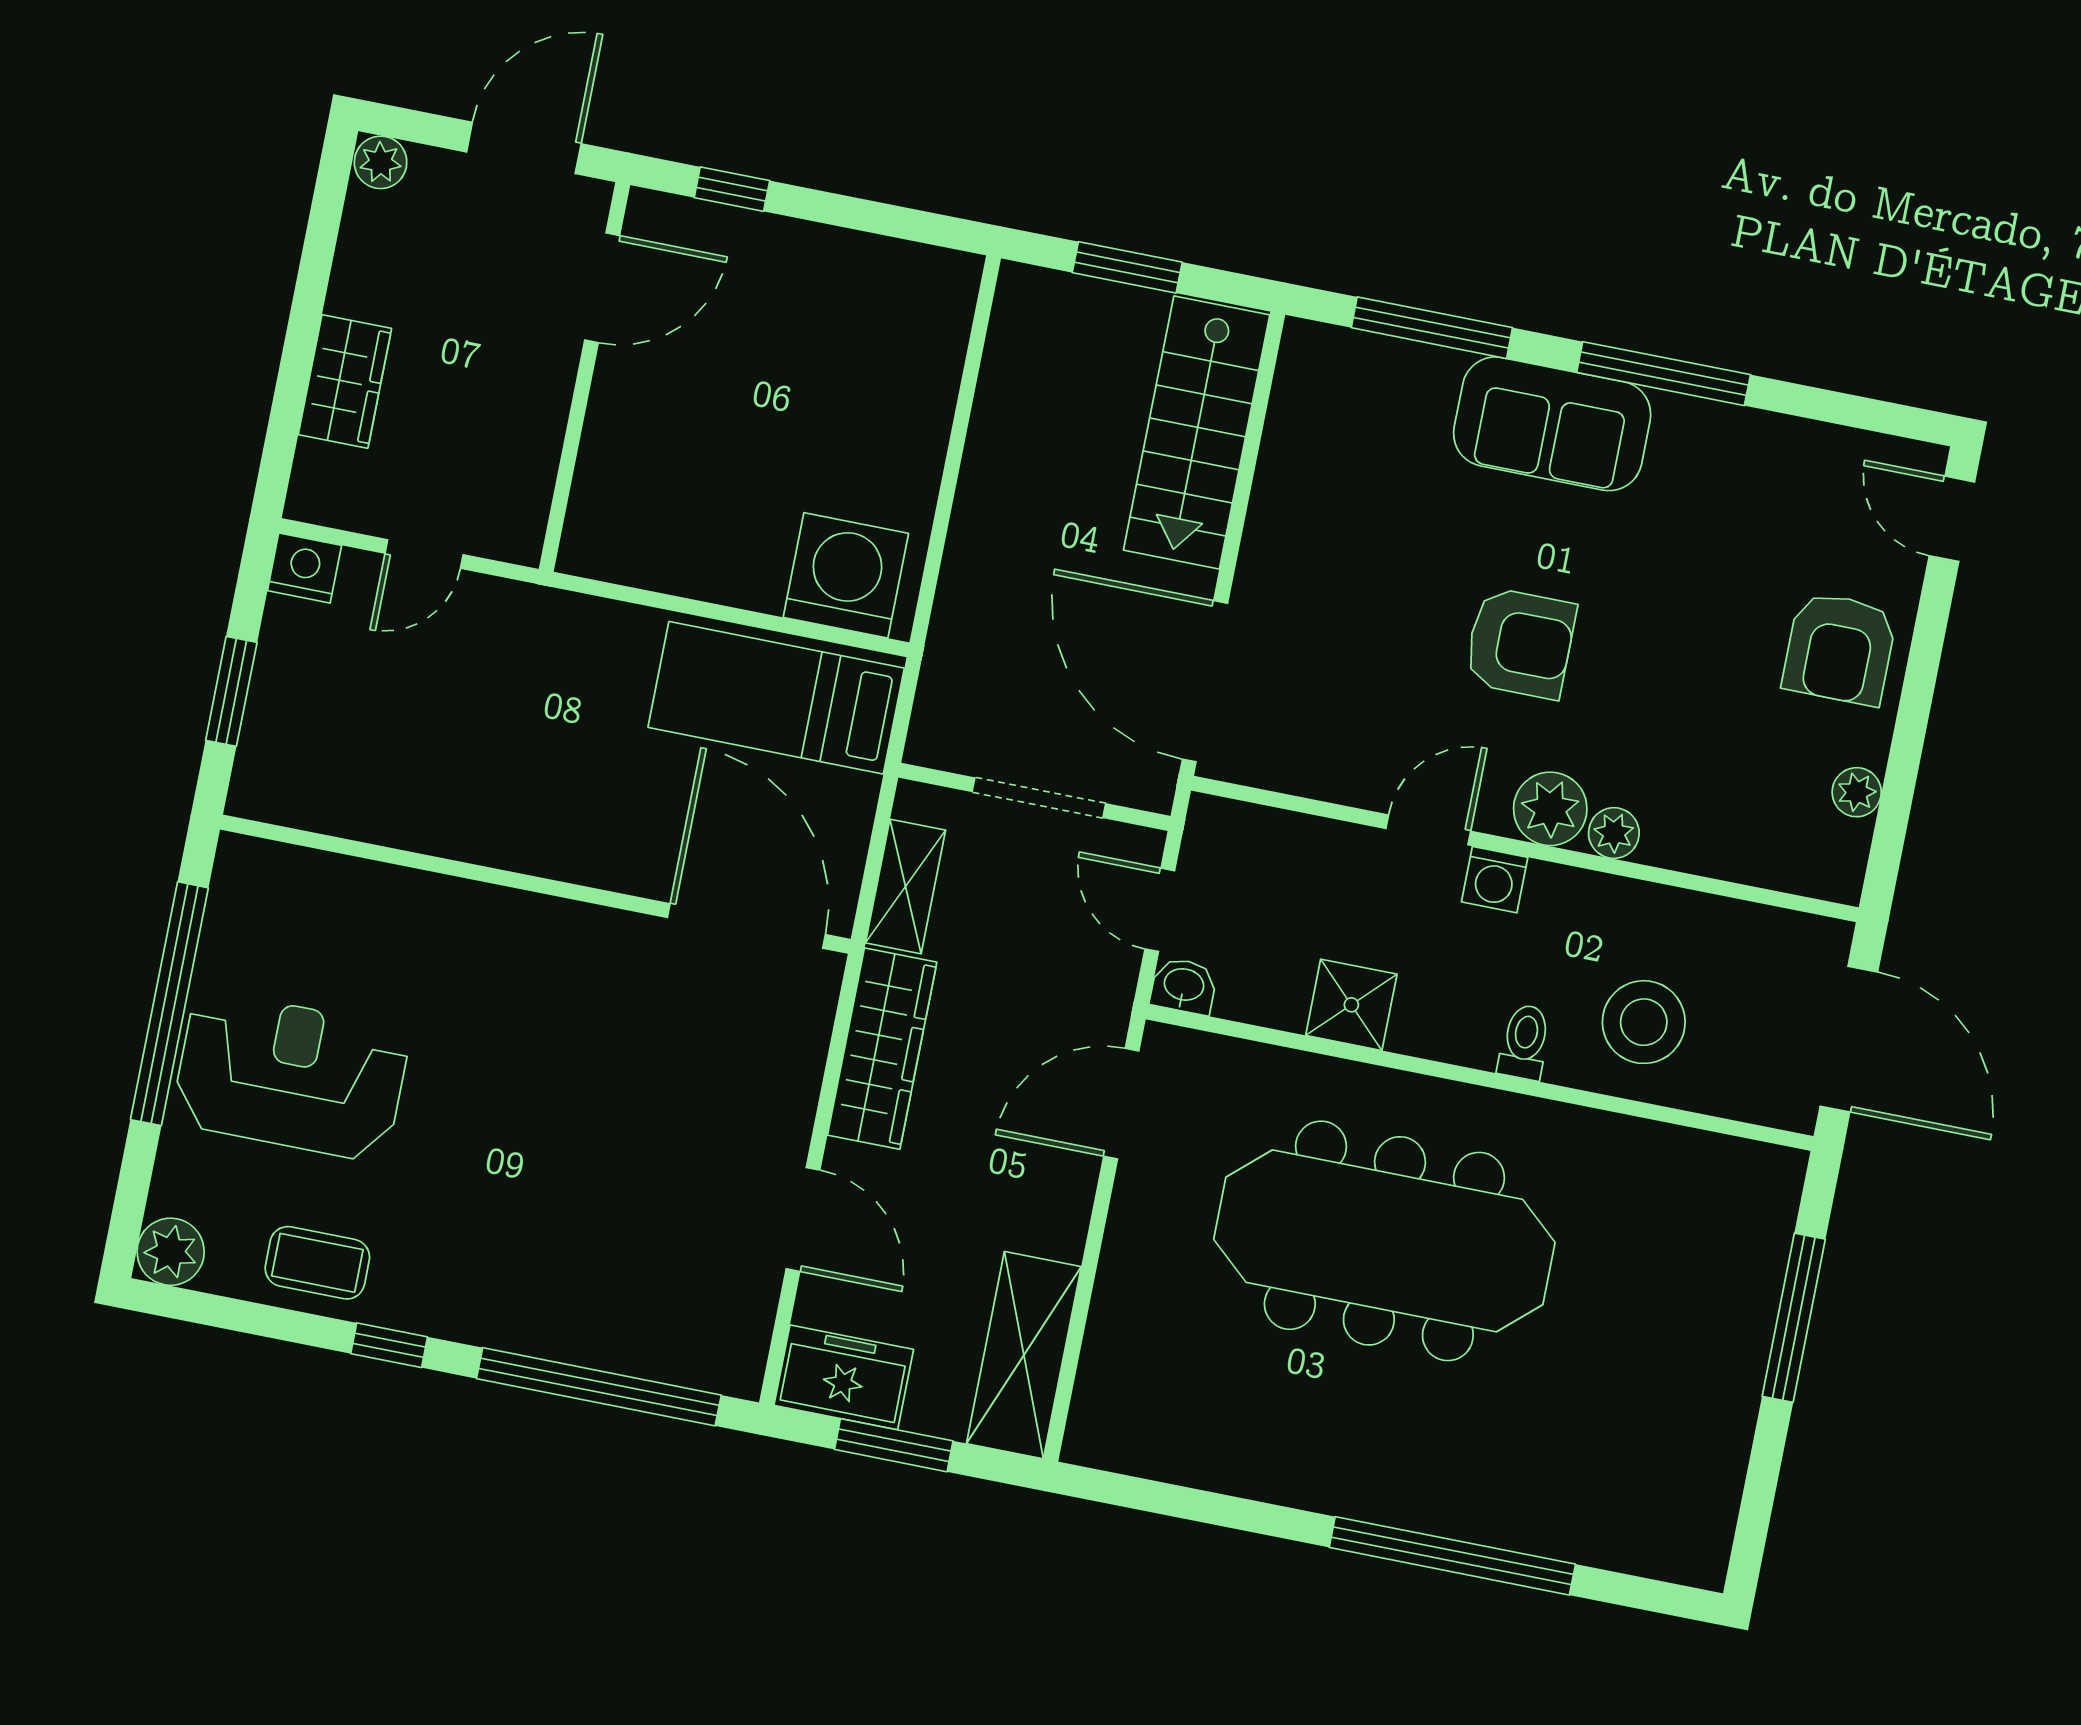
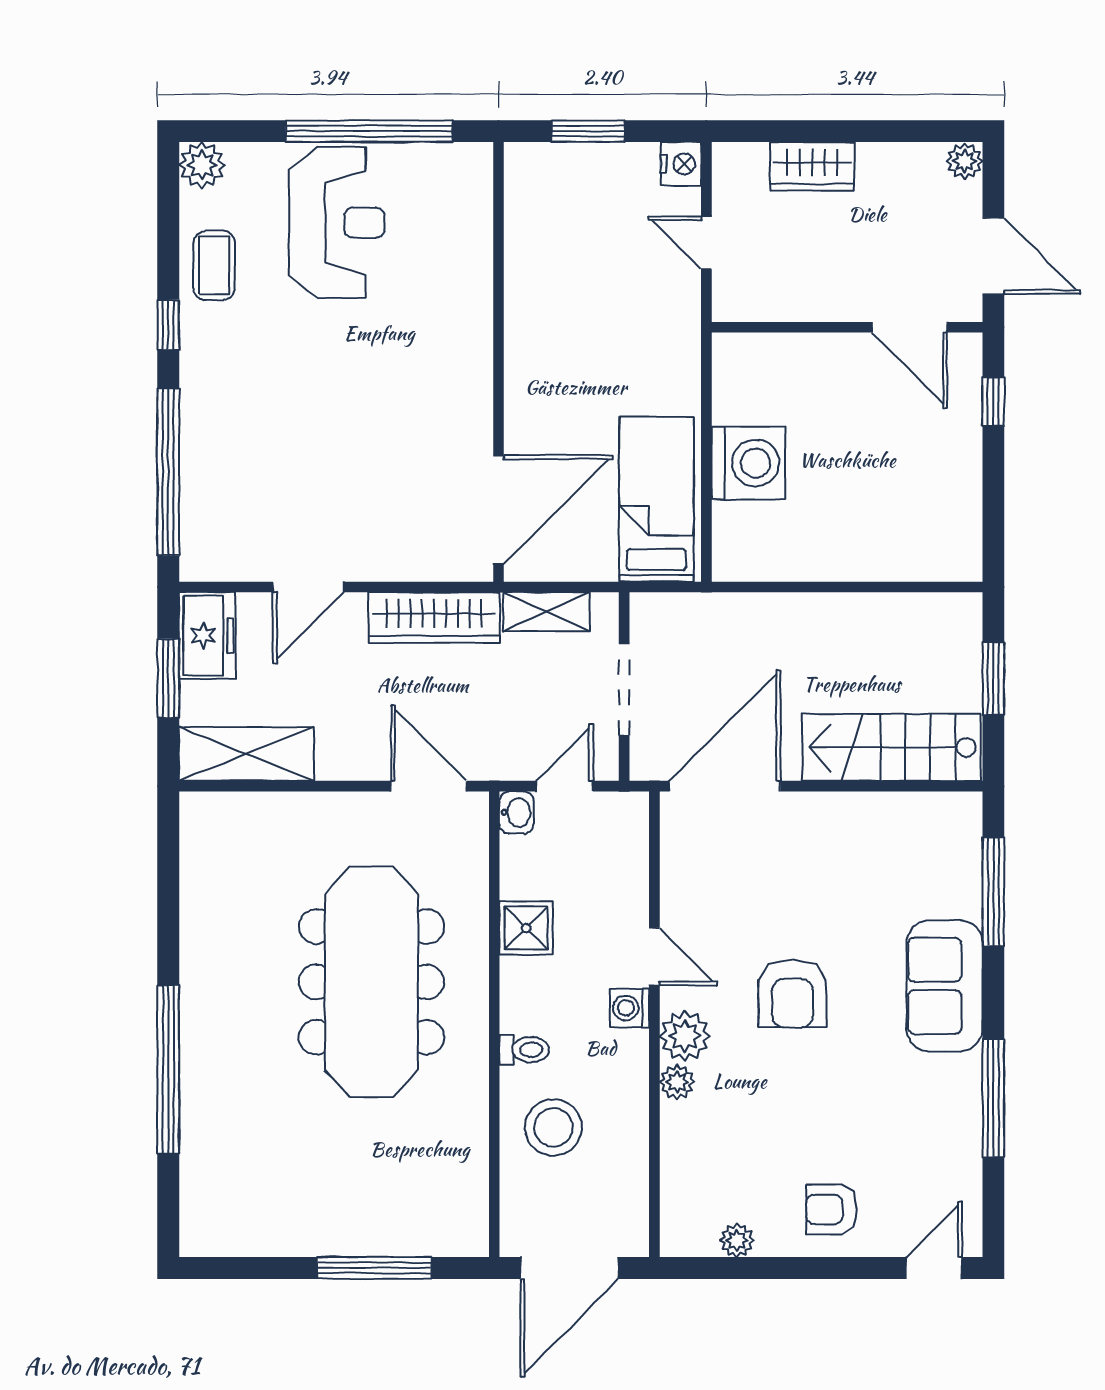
window: (1664, 374) -> (993, 1098), moved
washing machine: (846, 575) -> (748, 463), moved
armchair: (1840, 649) -> (831, 1210), width x0.72, depth x0.72

